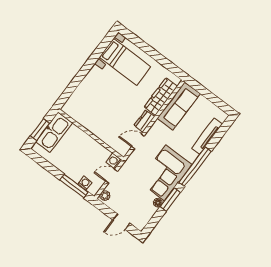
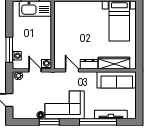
window: (195, 167) -> (98, 122), moved

